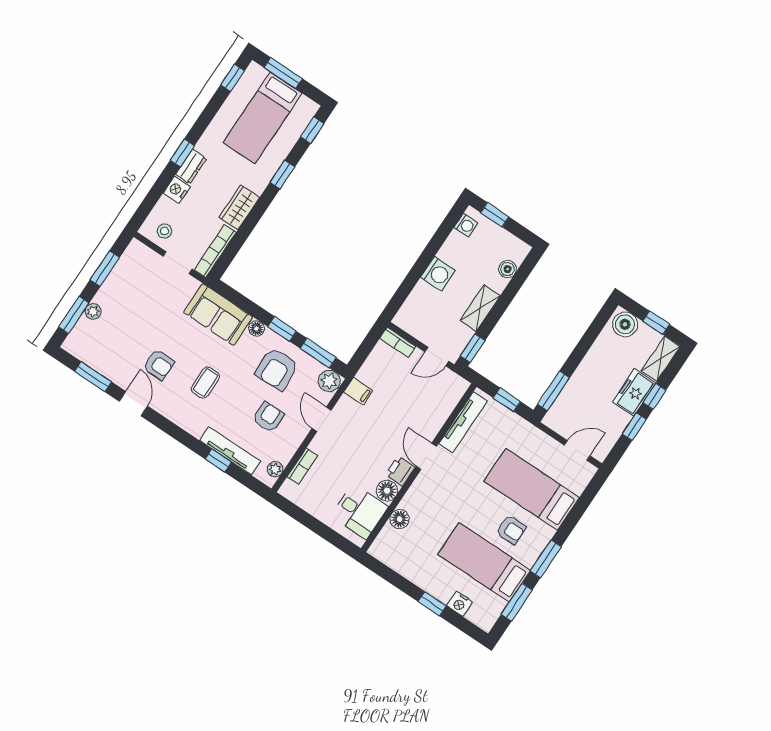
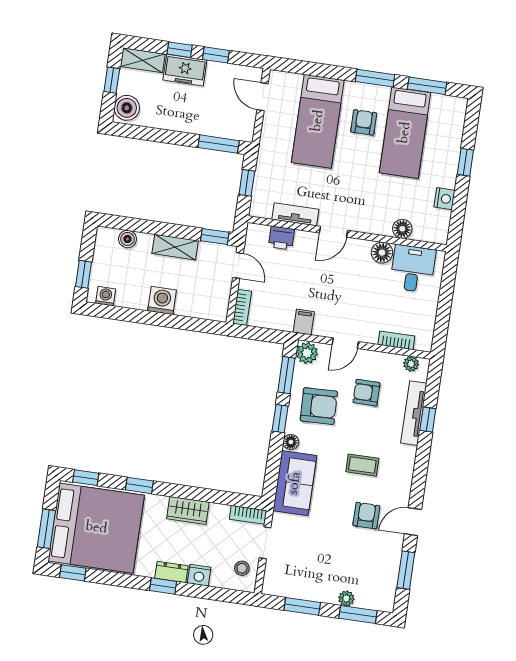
bed: (263, 118) -> (96, 528), width x2.04
bookcase: (215, 251) -> (248, 515), width x0.64
tv unit: (463, 422) -> (295, 214), width x0.71
printer: (400, 471) -> (281, 238), moved
nightstand: (460, 604) -> (444, 199), moved

